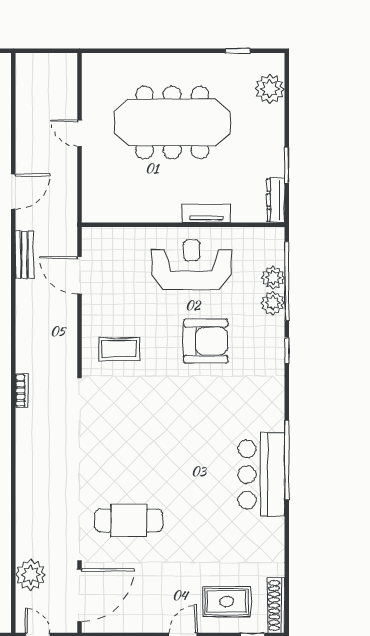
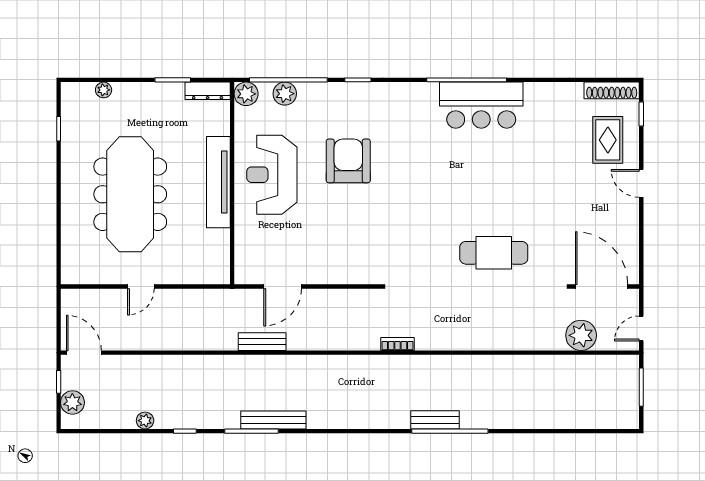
plant: (270, 89) -> (104, 90), width x0.53, depth x0.53
door: (13, 192) -> (84, 353), moved
tv unit: (206, 214) -> (218, 182), width x1.92, depth x1.29
plant: (273, 303) -> (246, 94), moved
coffee table: (119, 349) -> (356, 247), removed
cafe table: (129, 520) -> (494, 253), moved, turned 90

